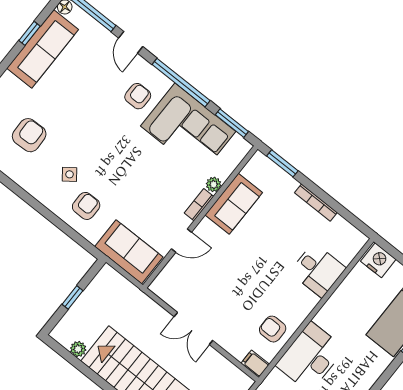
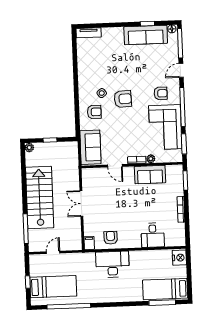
armchair: (29, 135) -> (123, 99), moved
plant: (78, 349) -> (29, 148), moved

